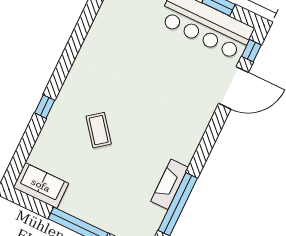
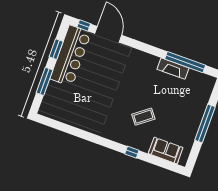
sofa: (41, 185) -> (166, 151), moved, turned 90

